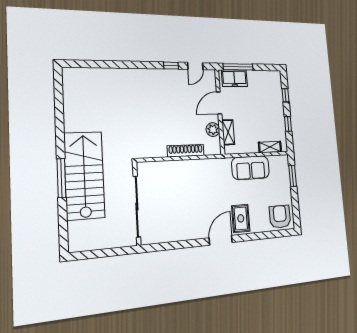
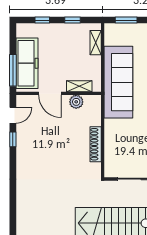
door: (195, 66) -> (13, 115), hinge flipped
freezer: (234, 78) -> (27, 63), width x1.91, depth x1.26
shoe rack: (186, 151) -> (96, 144), moved
sofa: (251, 168) -> (118, 82), width x1.85, depth x1.27

